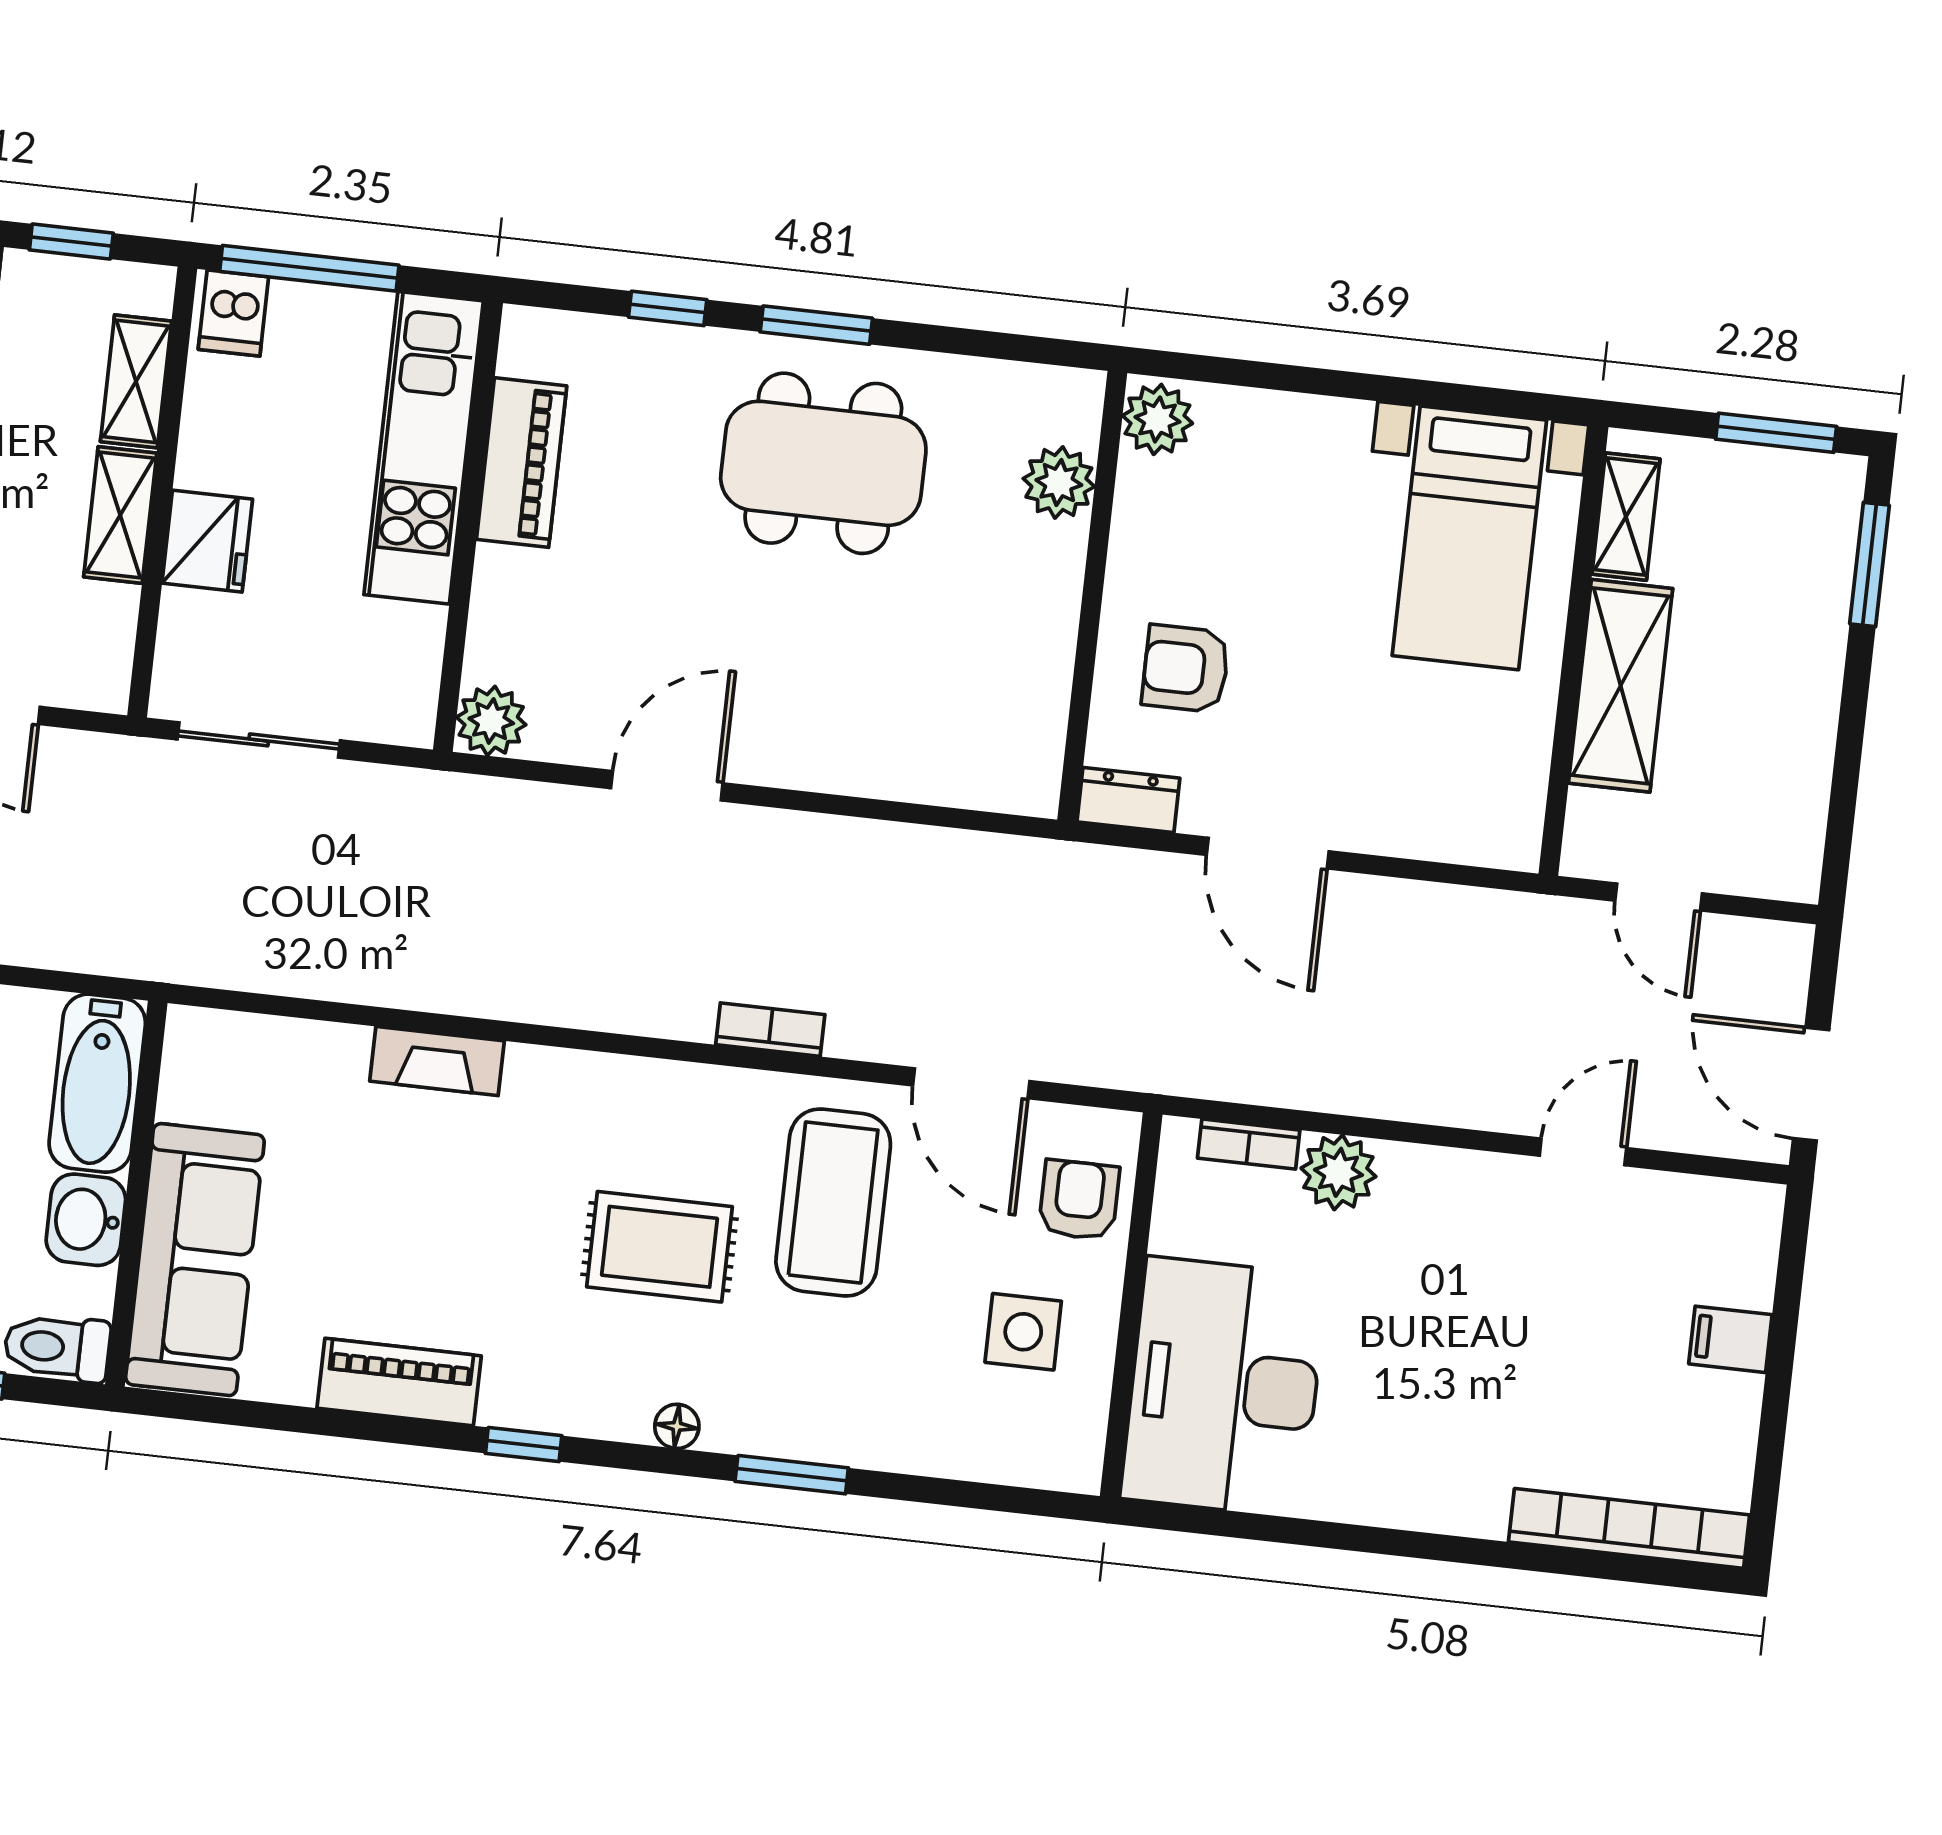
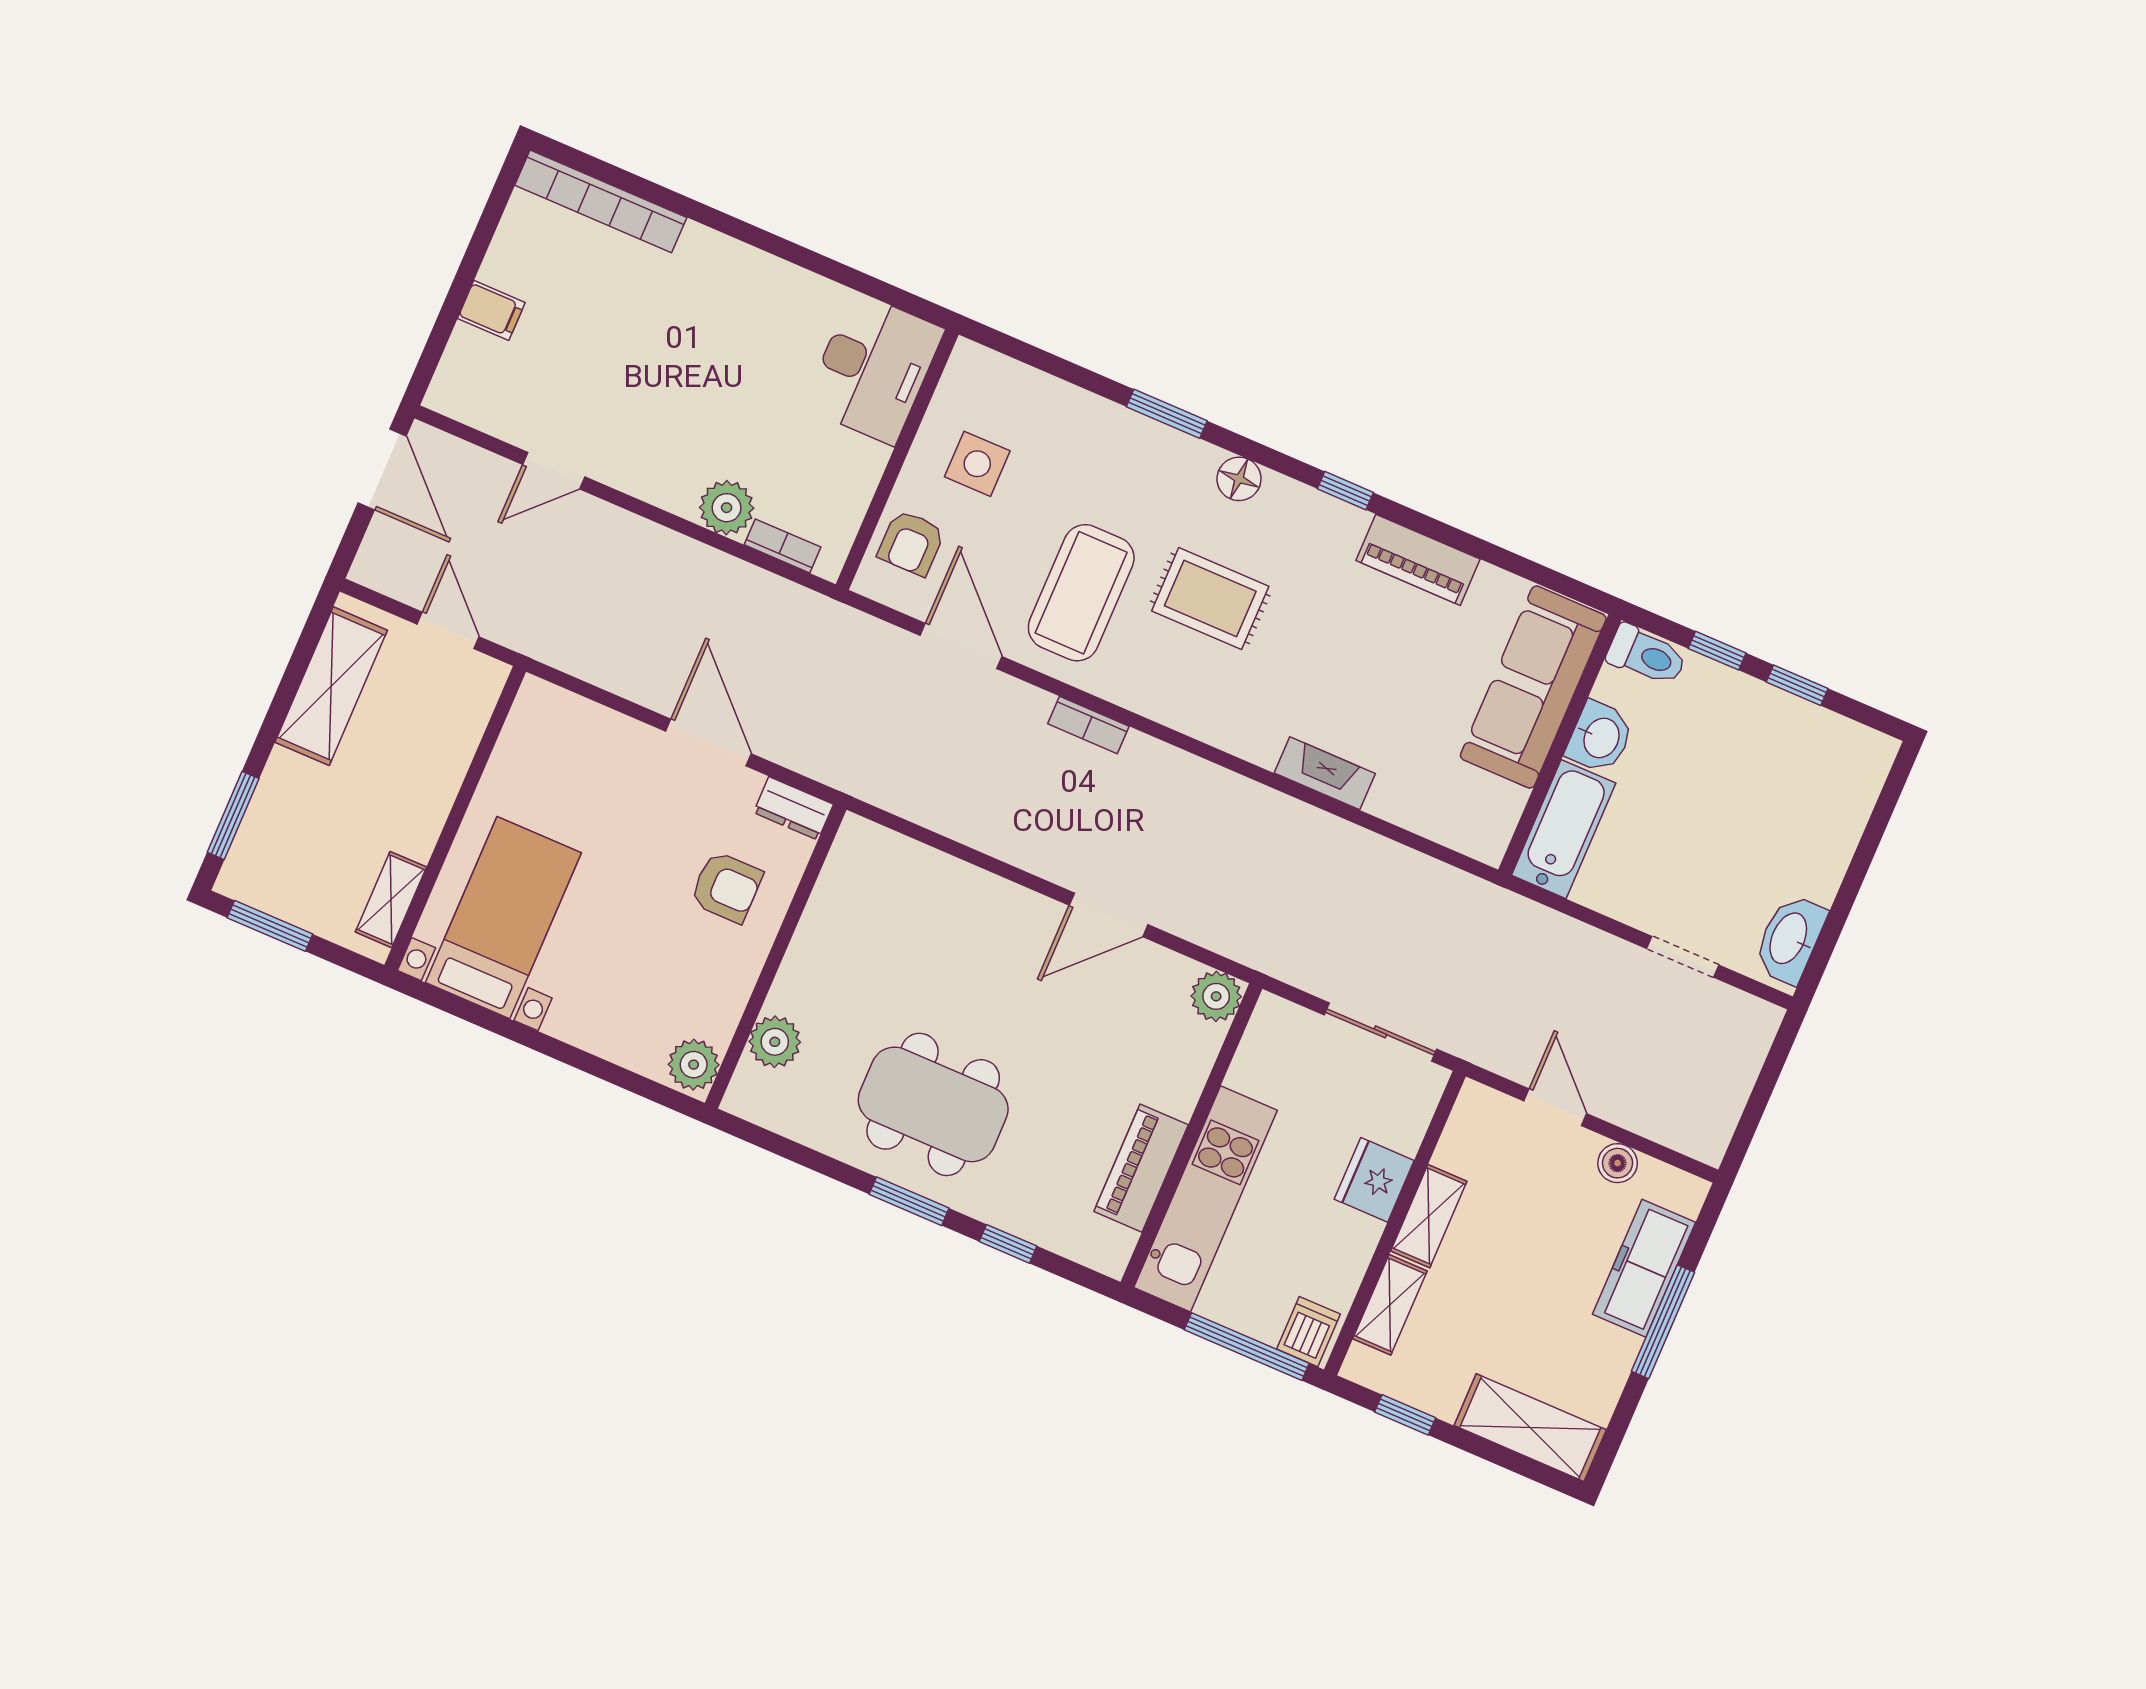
shelving: (1621, 686) -> (331, 686), moved
desk: (1224, 1387) -> (874, 368), width x0.73, depth x0.77
floor lamp: (677, 1426) -> (1239, 479), width x1.37, depth x1.37

